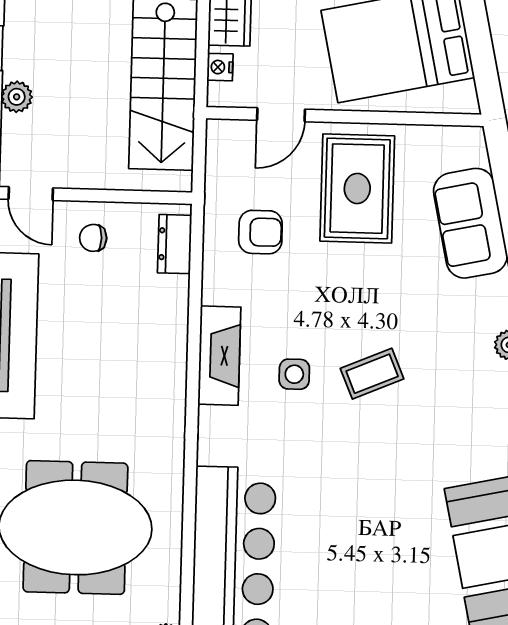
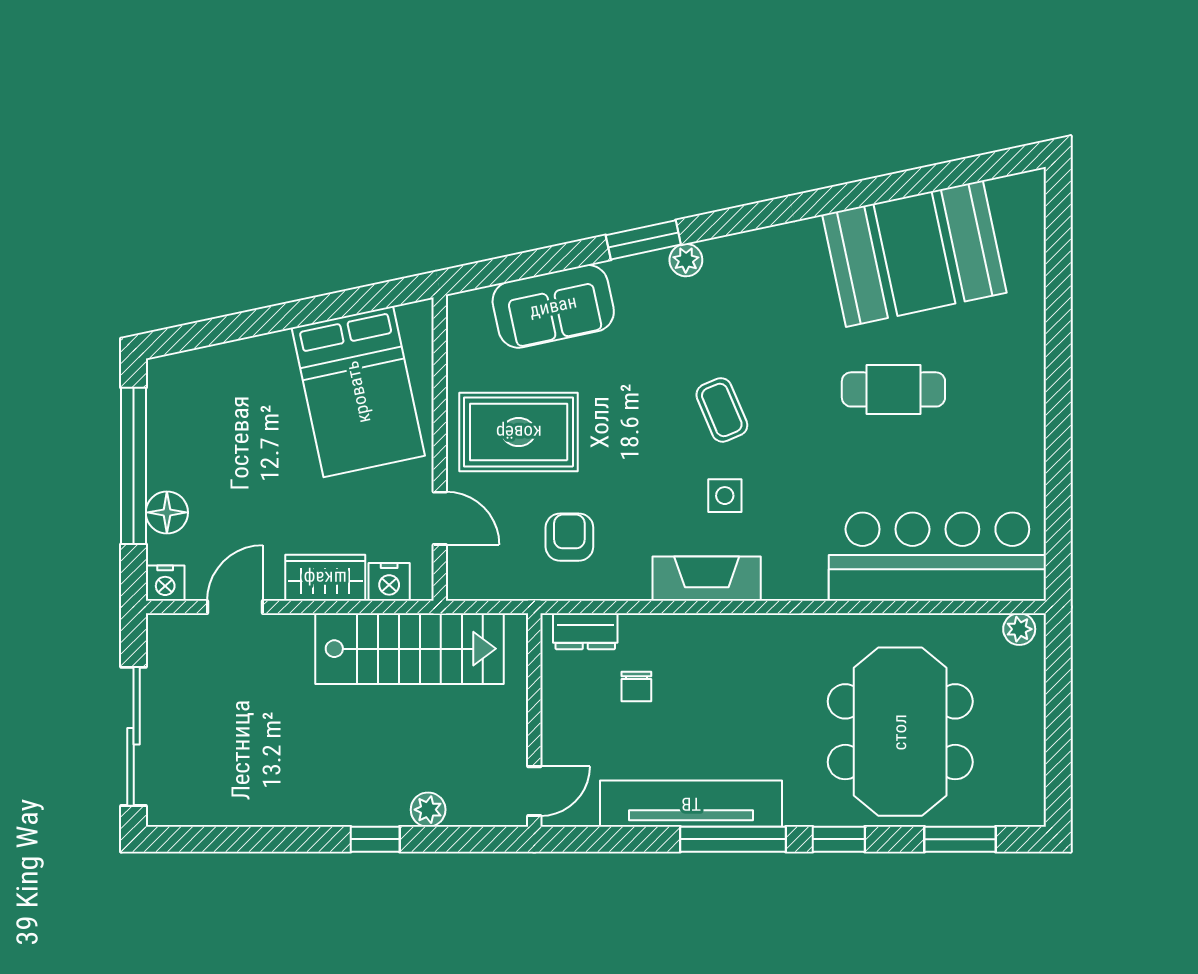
nightstand: (220, 67) -> (389, 582), width x1.39, depth x1.35
chair: (93, 238) -> (636, 686), moved
cafe table: (386, 530) -> (893, 389), added

